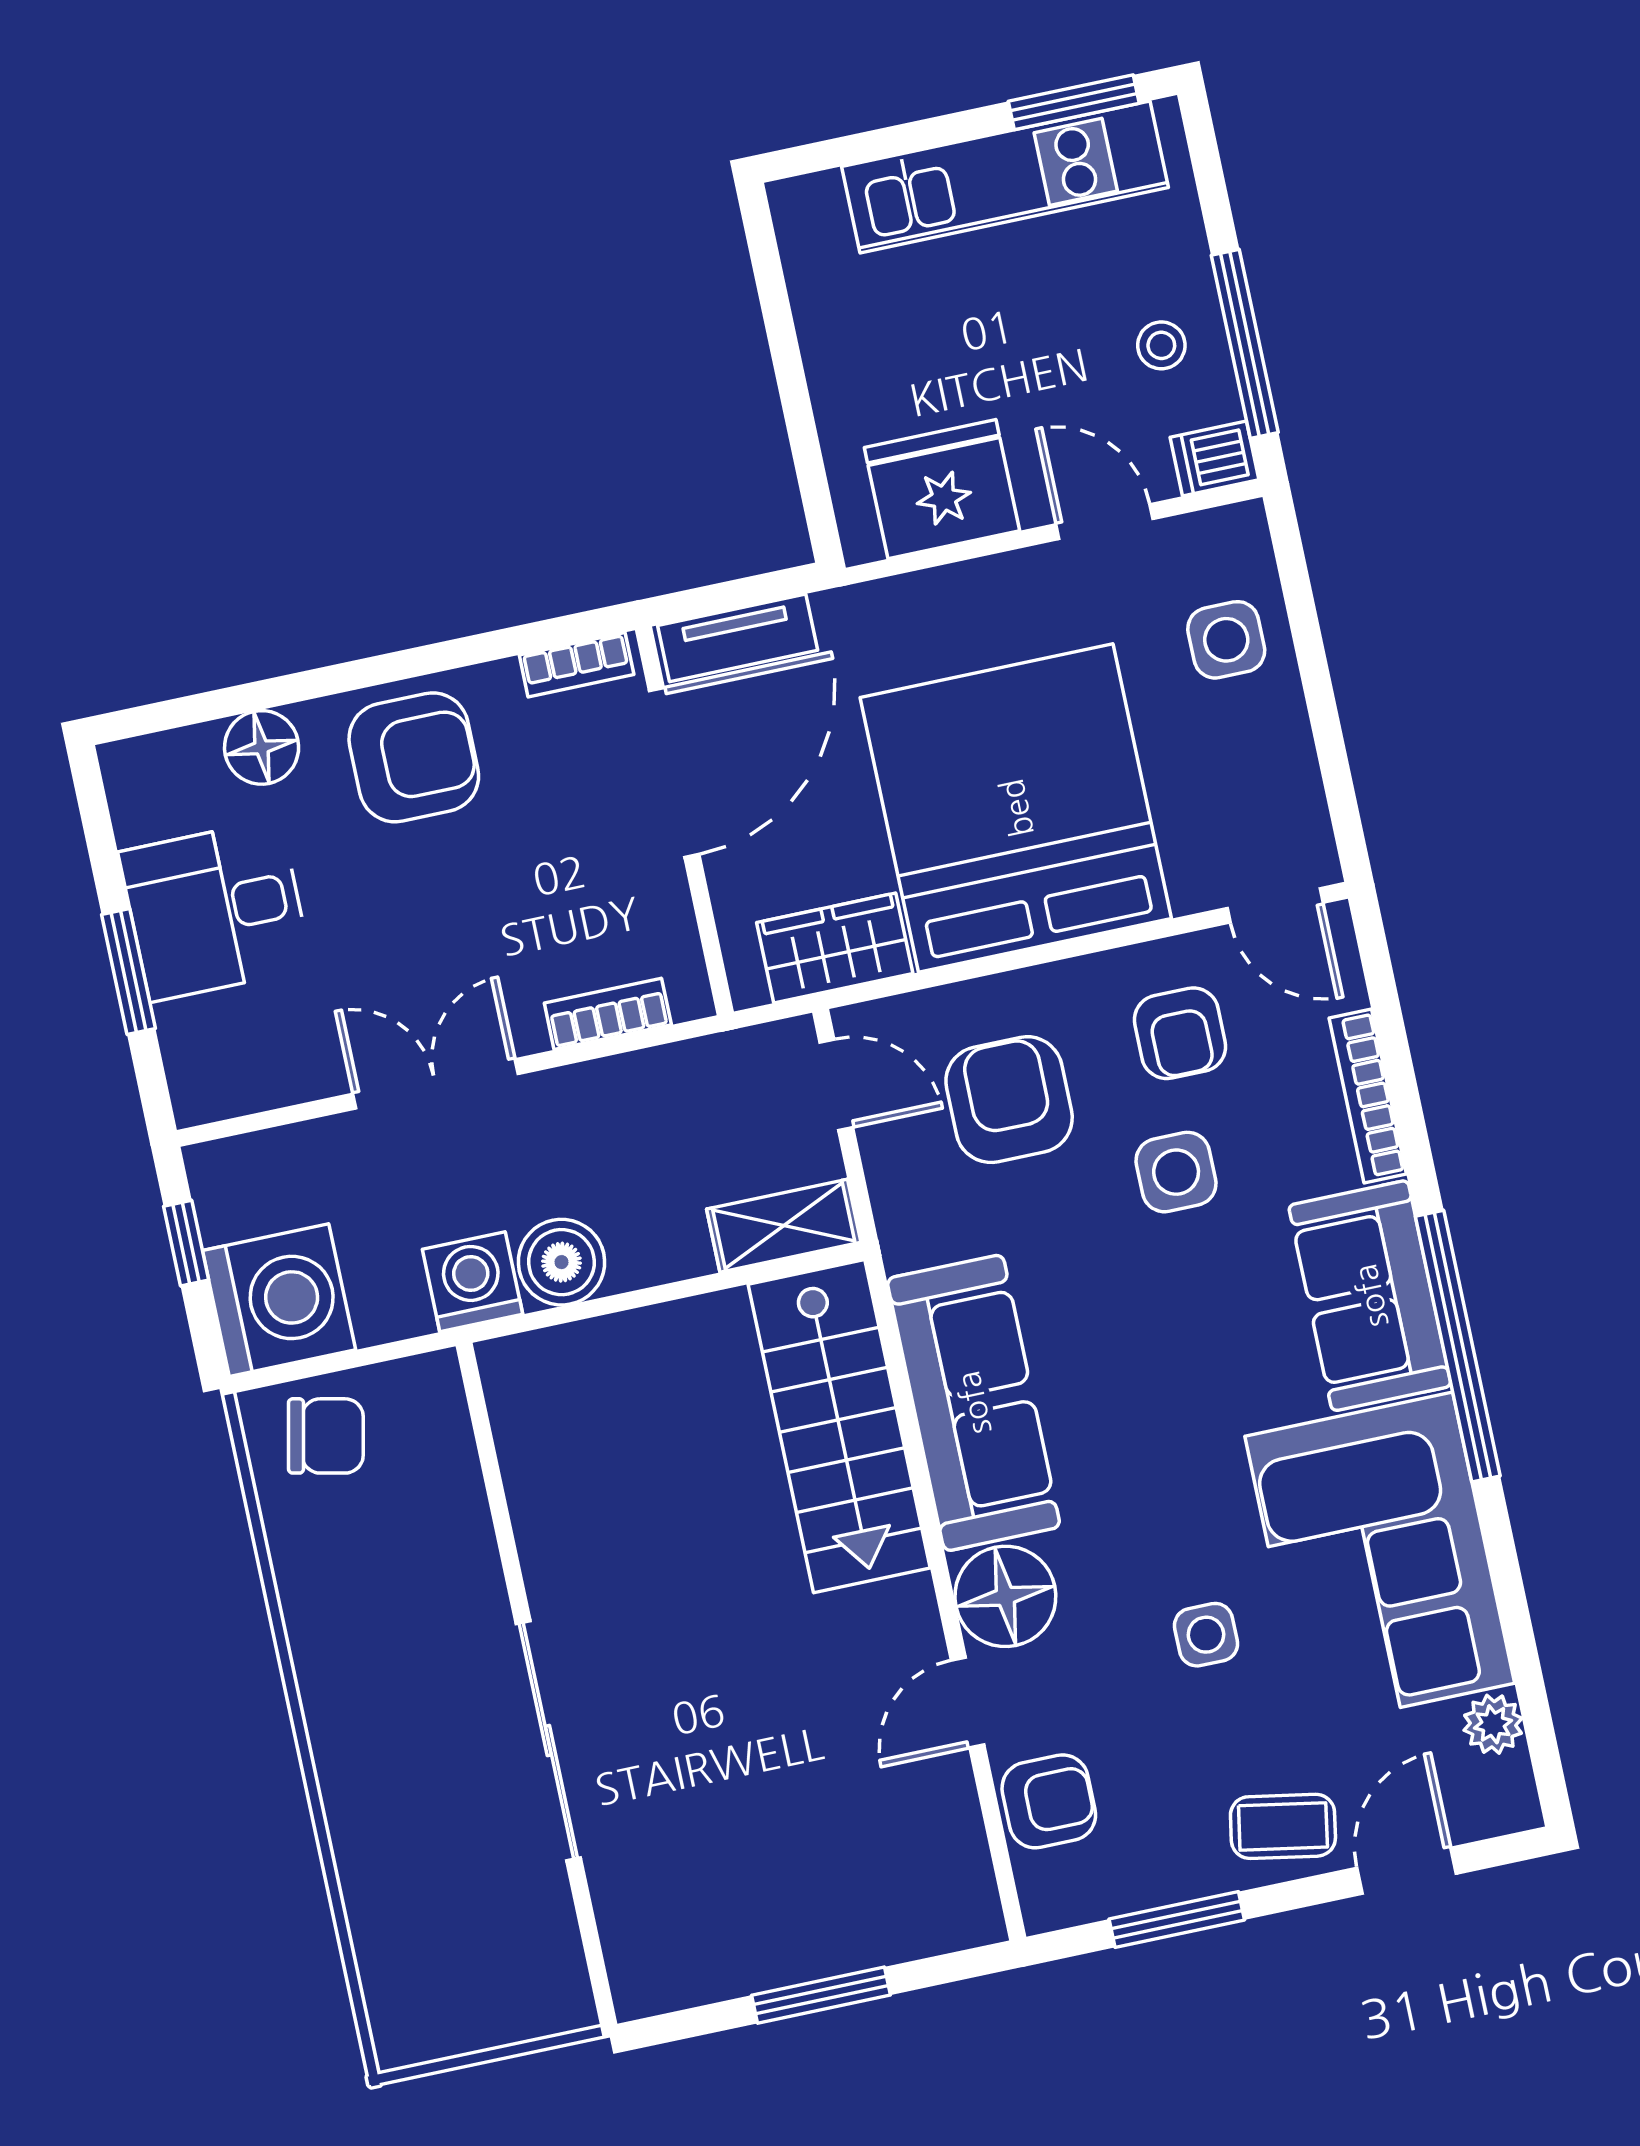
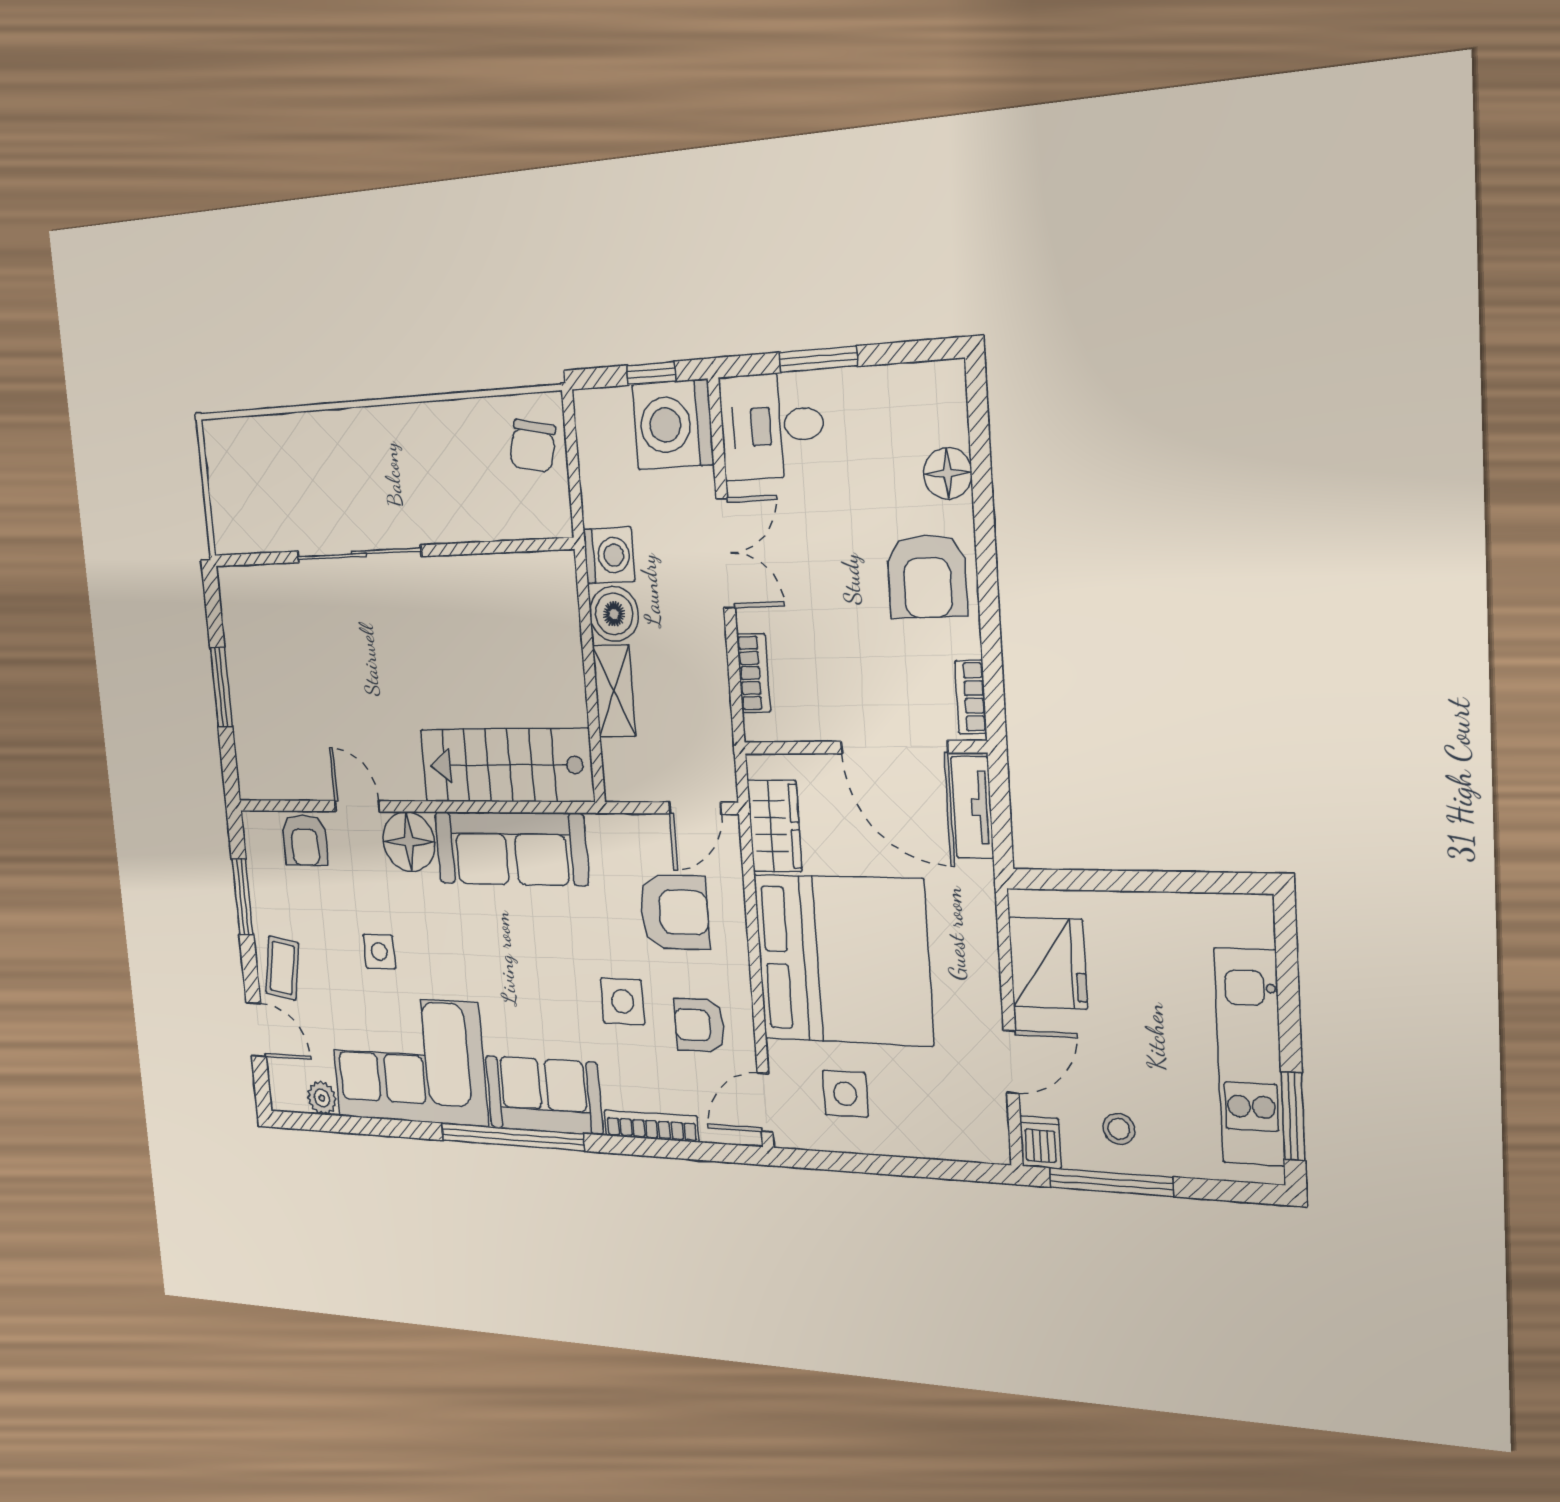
side table: (1226, 640) -> (845, 1094), moved
desk: (215, 910) -> (772, 426), moved, turned -90
shelving: (784, 1226) -> (614, 691), moved
washing machine: (279, 1300) -> (673, 424), moved, turned 90

